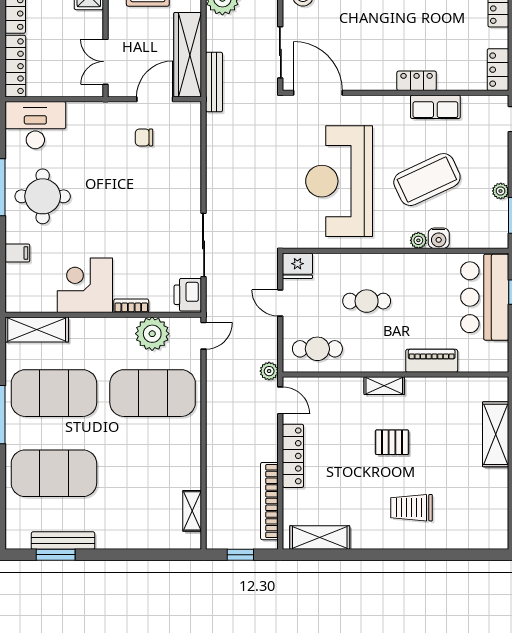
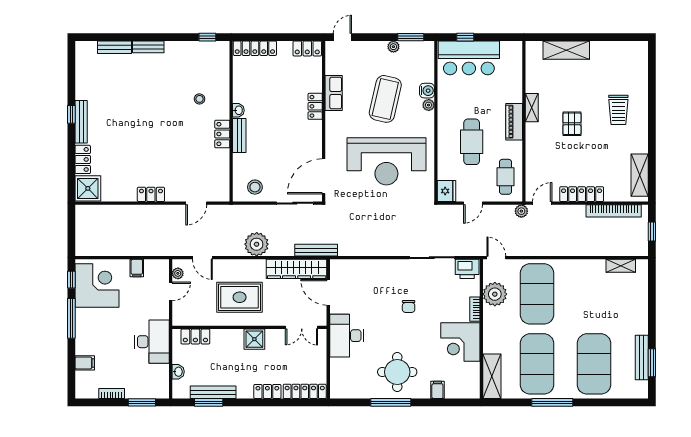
desk: (35, 125) -> (347, 336), moved
chair: (144, 137) -> (409, 306), moved
coffee table: (427, 180) -> (385, 99), turned 38
cafe table: (367, 301) -> (472, 142), width x1.37, depth x1.35
piano: (432, 361) -> (514, 122), moved
shelving: (384, 386) -> (532, 108), moved

